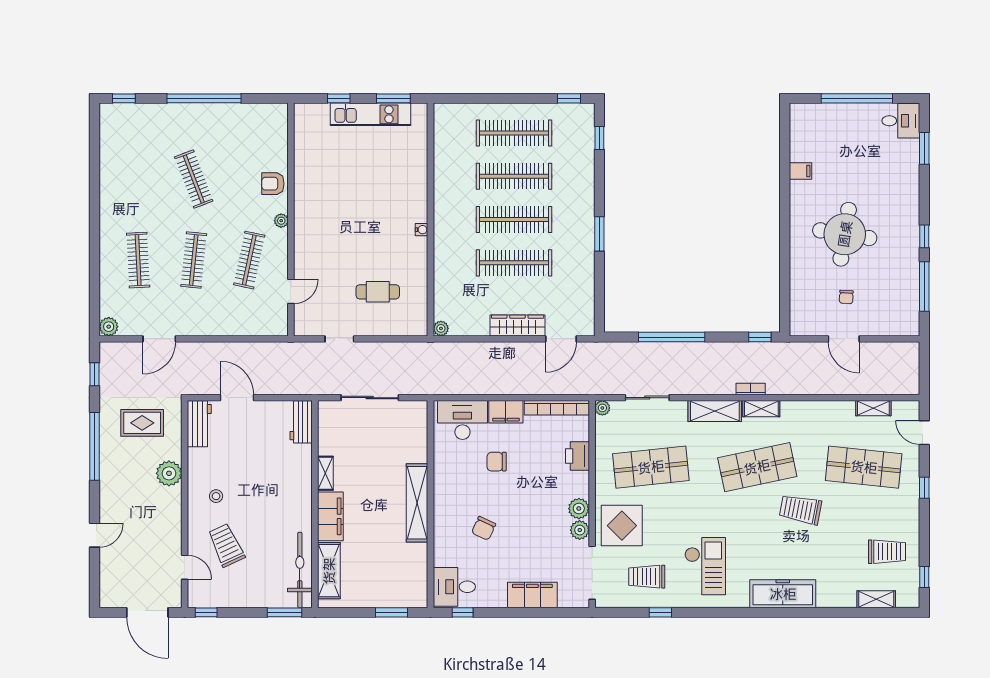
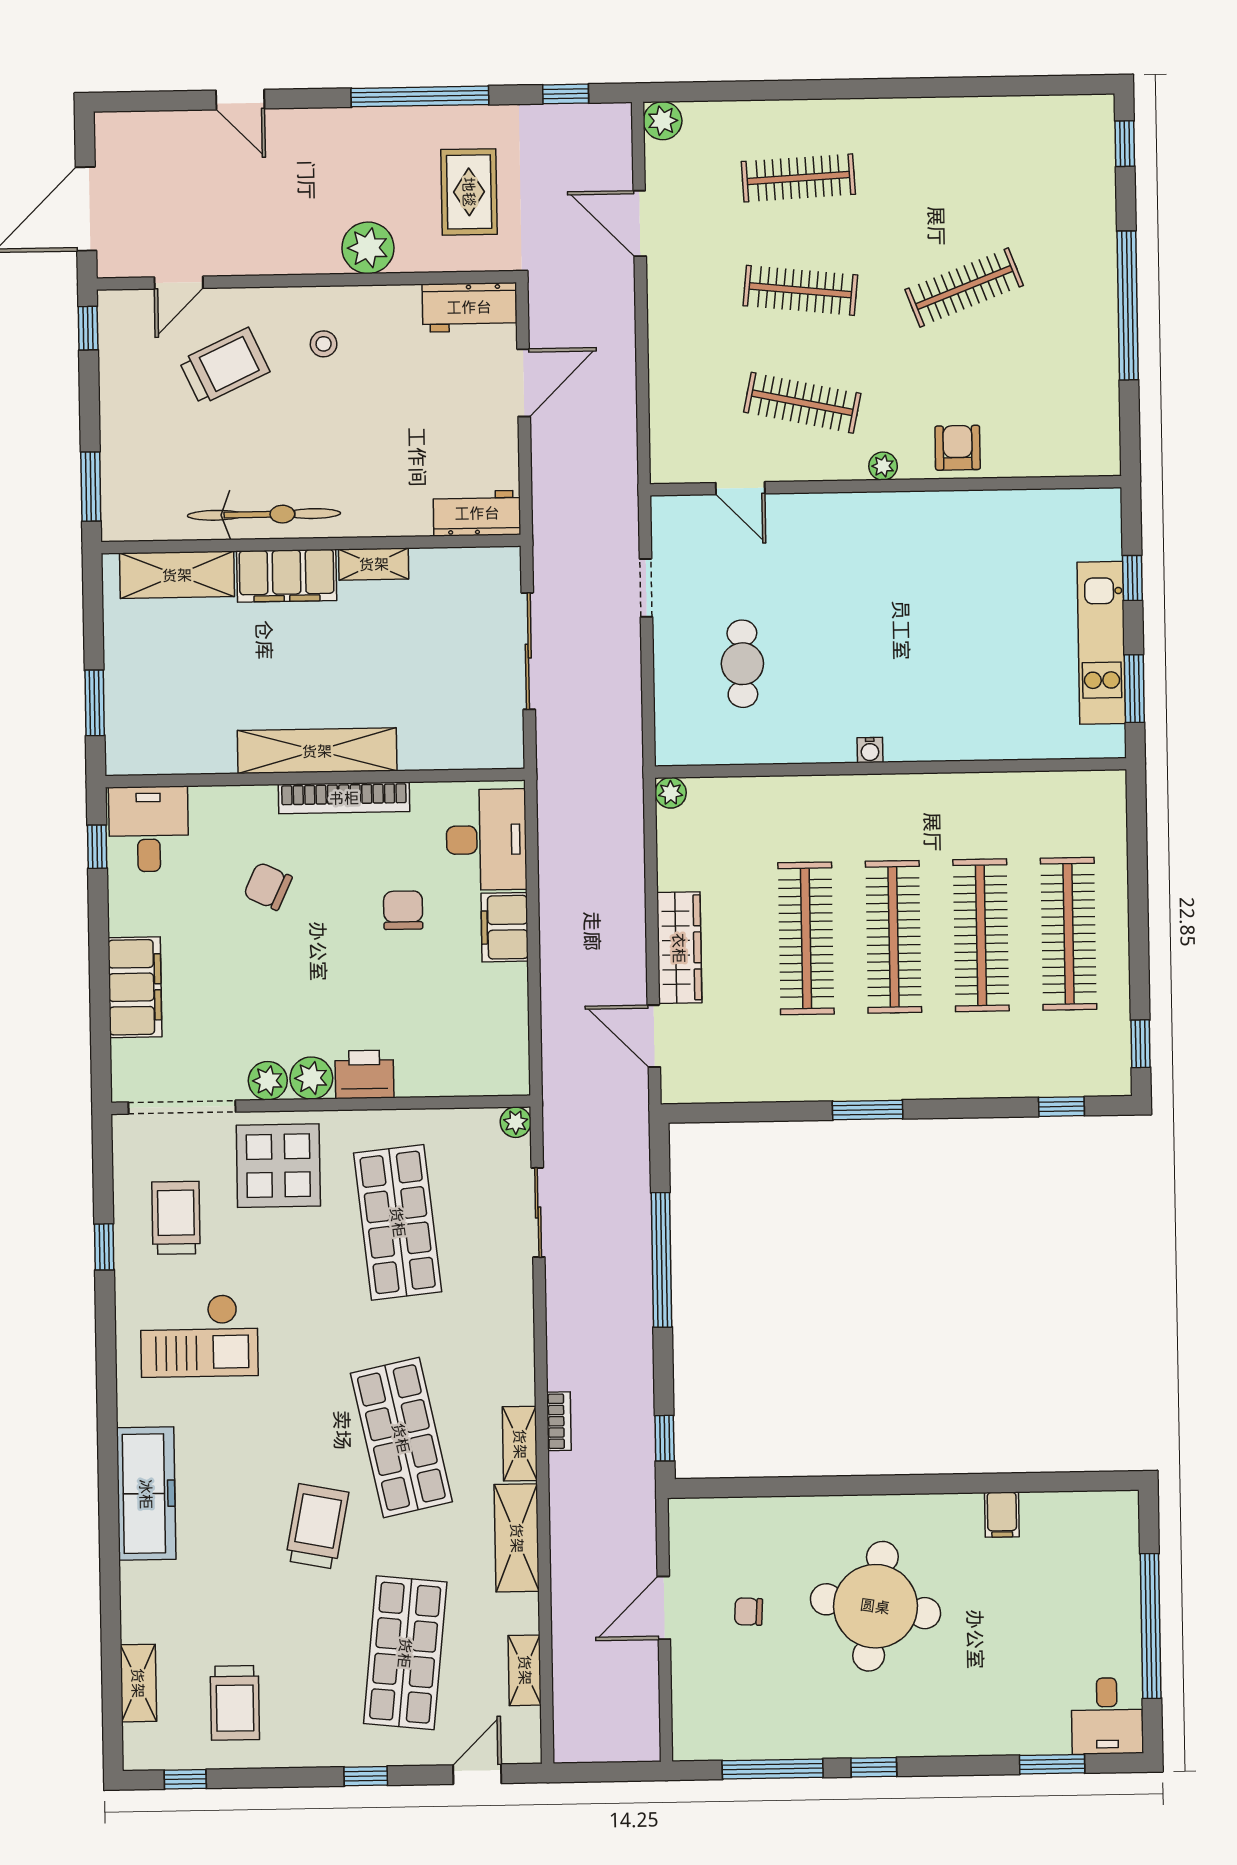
bookcase: (557, 408) -> (344, 798), moved, turned -90
shelving: (715, 411) -> (517, 1538), moved
printer: (577, 456) -> (364, 1074), moved
bicycle: (300, 570) -> (264, 514), moved

